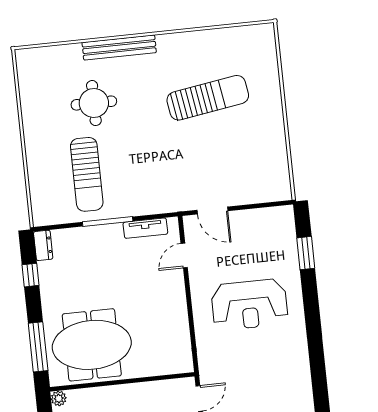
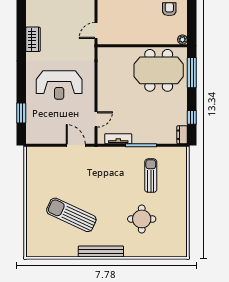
bench: (119, 47) -> (101, 252), moved
sun lounger: (208, 98) -> (71, 215), turned 34
sun lounger: (87, 174) -> (151, 176), width x0.73, depth x0.75
reception desk: (249, 305) -> (59, 85), turned 180
wardrobe: (299, 374) -> (33, 39), added

